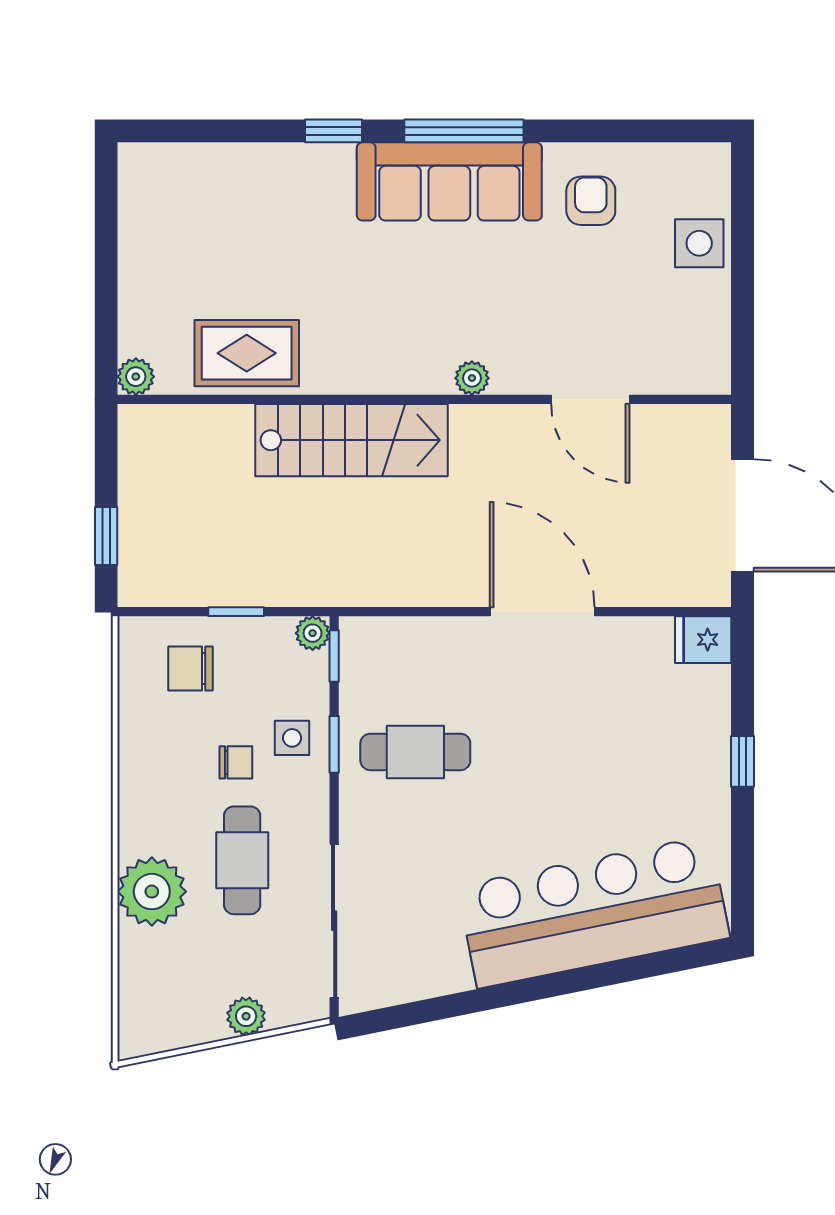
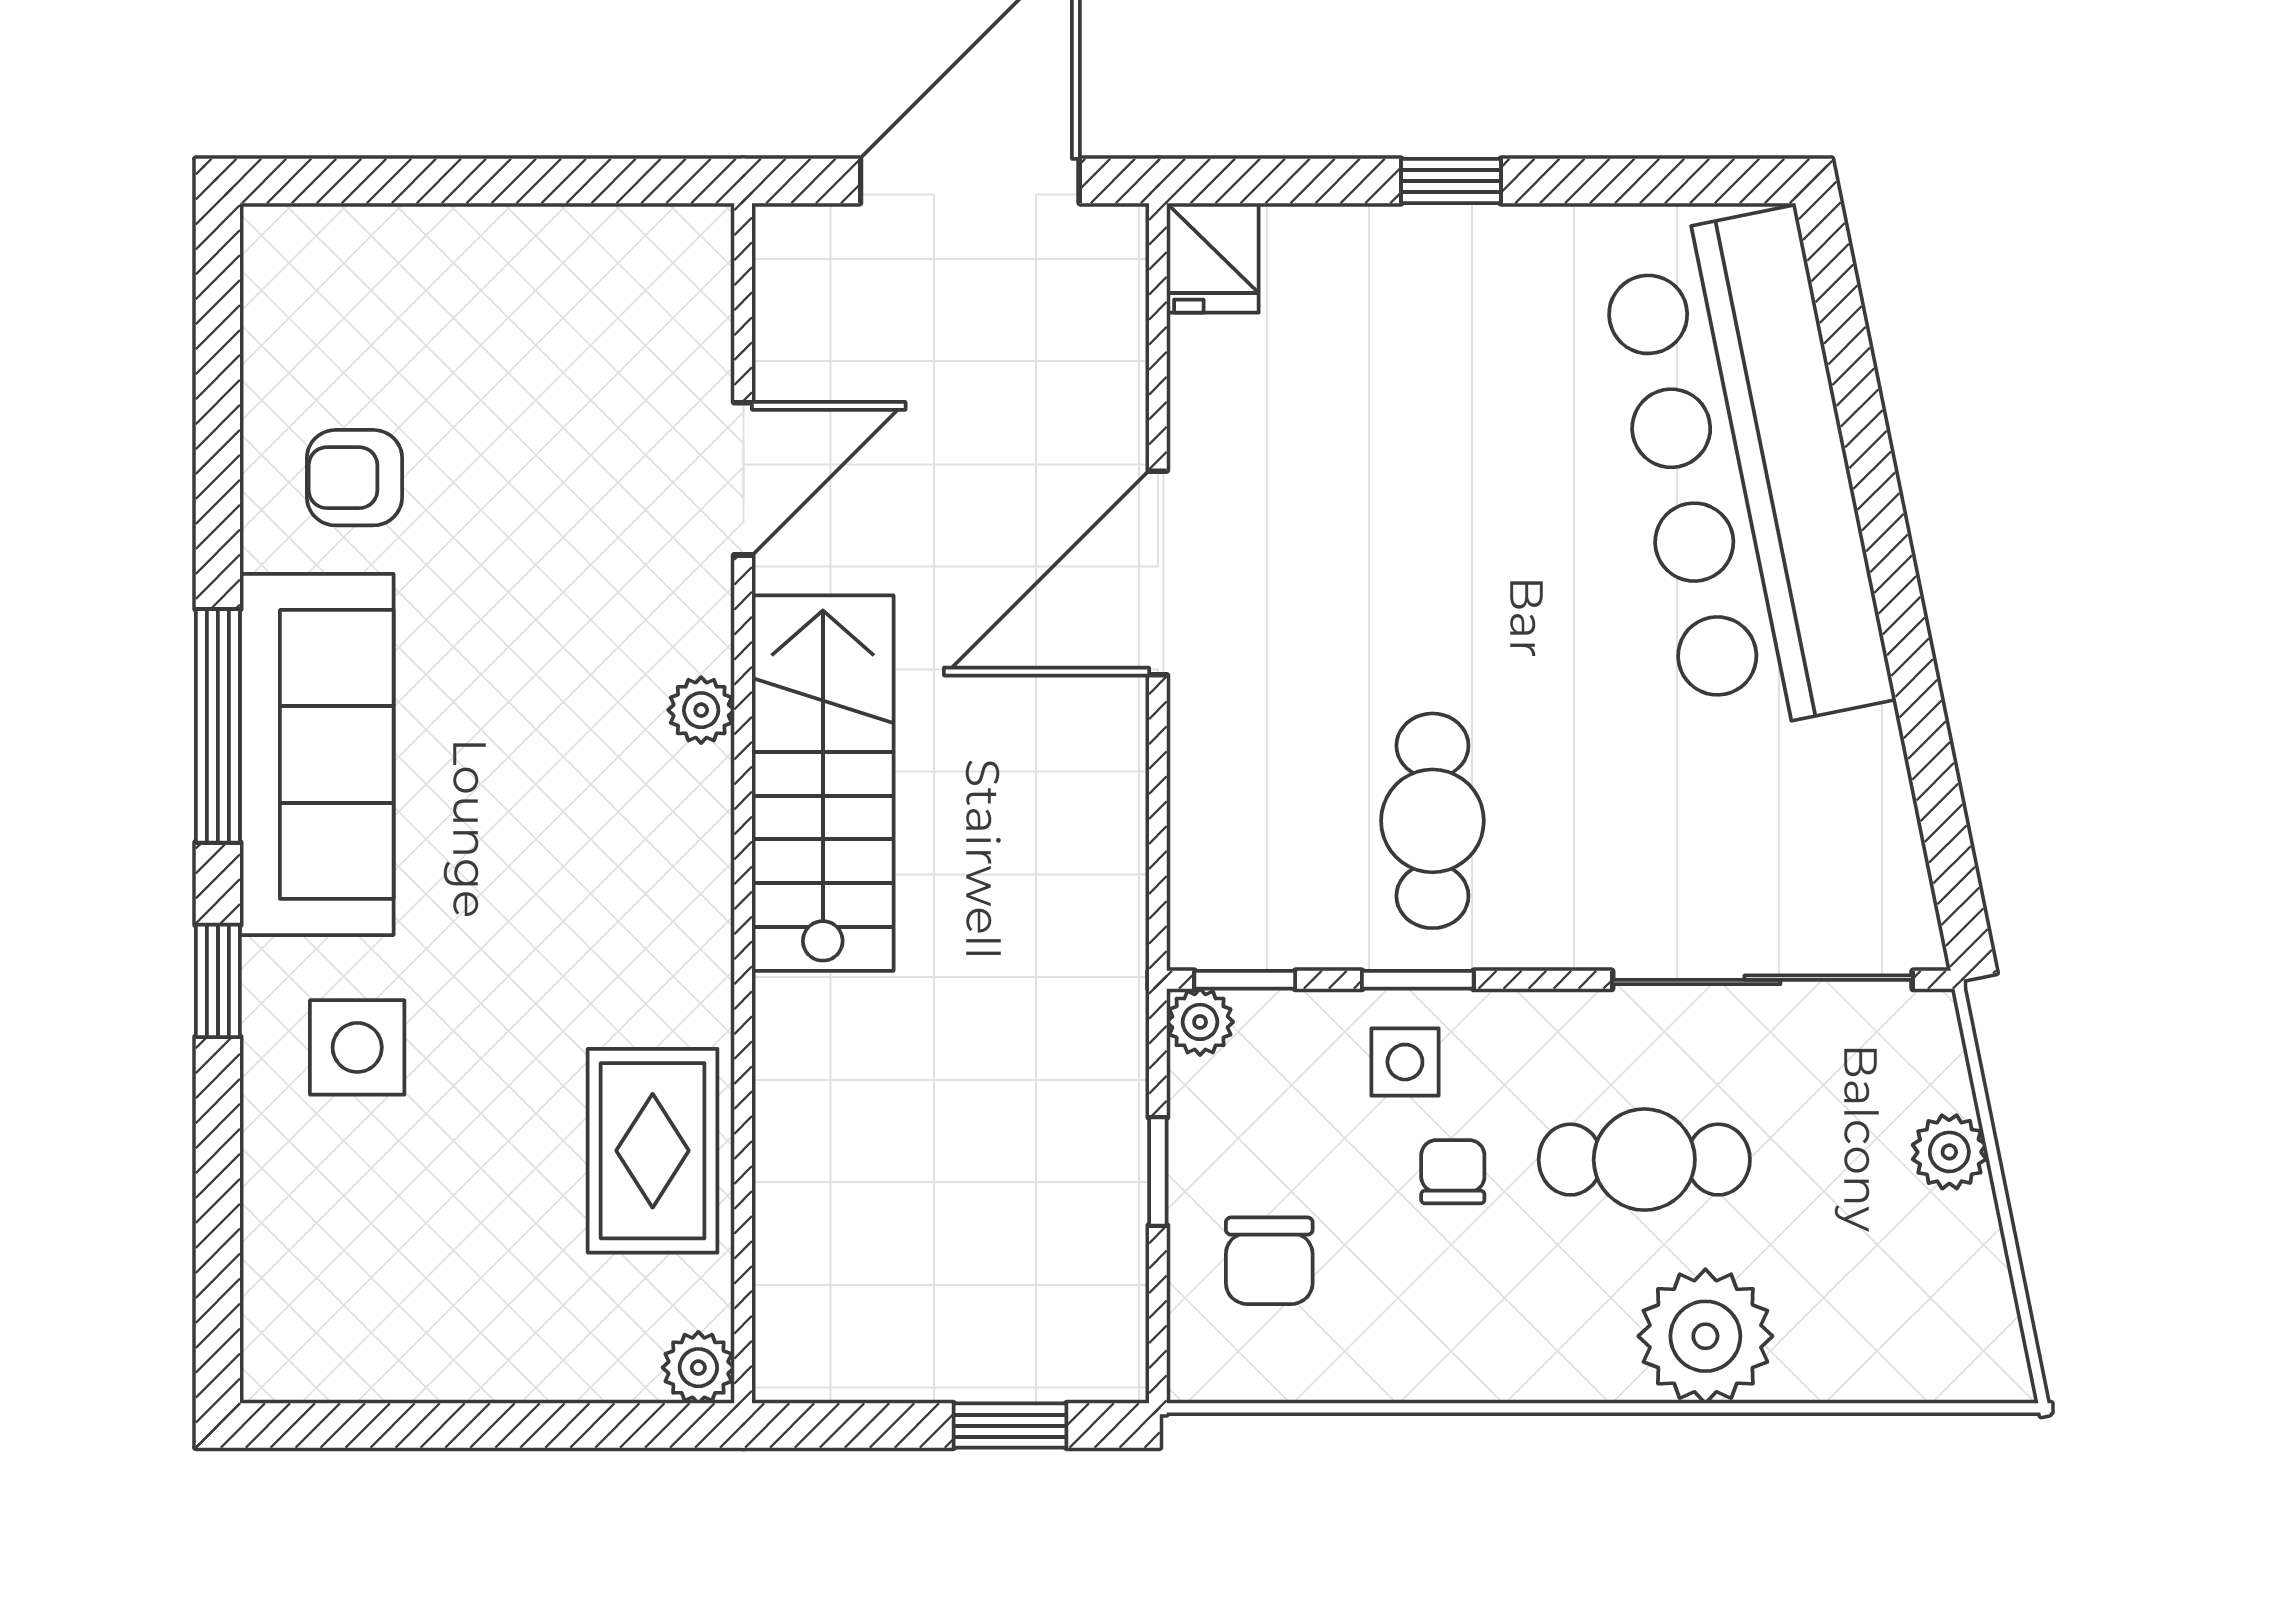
side table: (699, 243) -> (357, 1047), moved
stairs: (351, 440) -> (823, 783), moved

